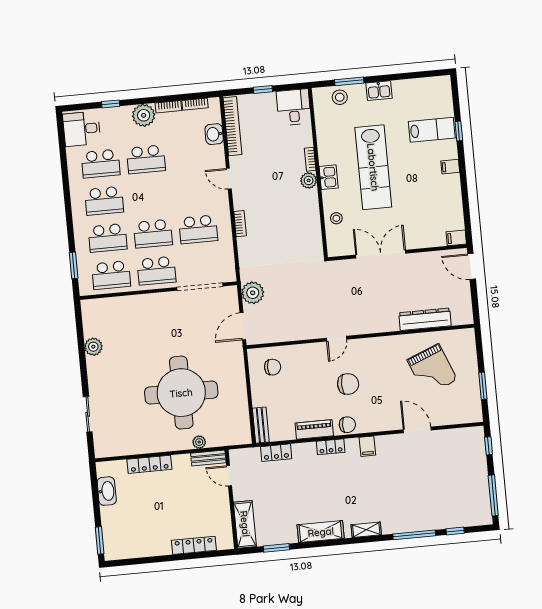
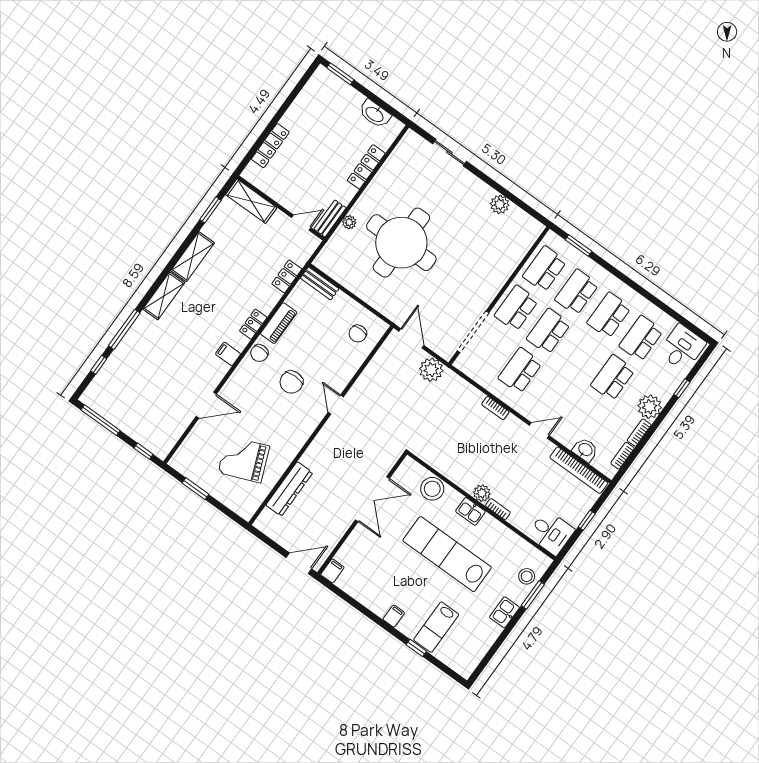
stool: (336, 218) -> (432, 489), width x1.89, depth x1.89
shelving: (366, 530) -> (164, 296), width x1.50, depth x1.33

